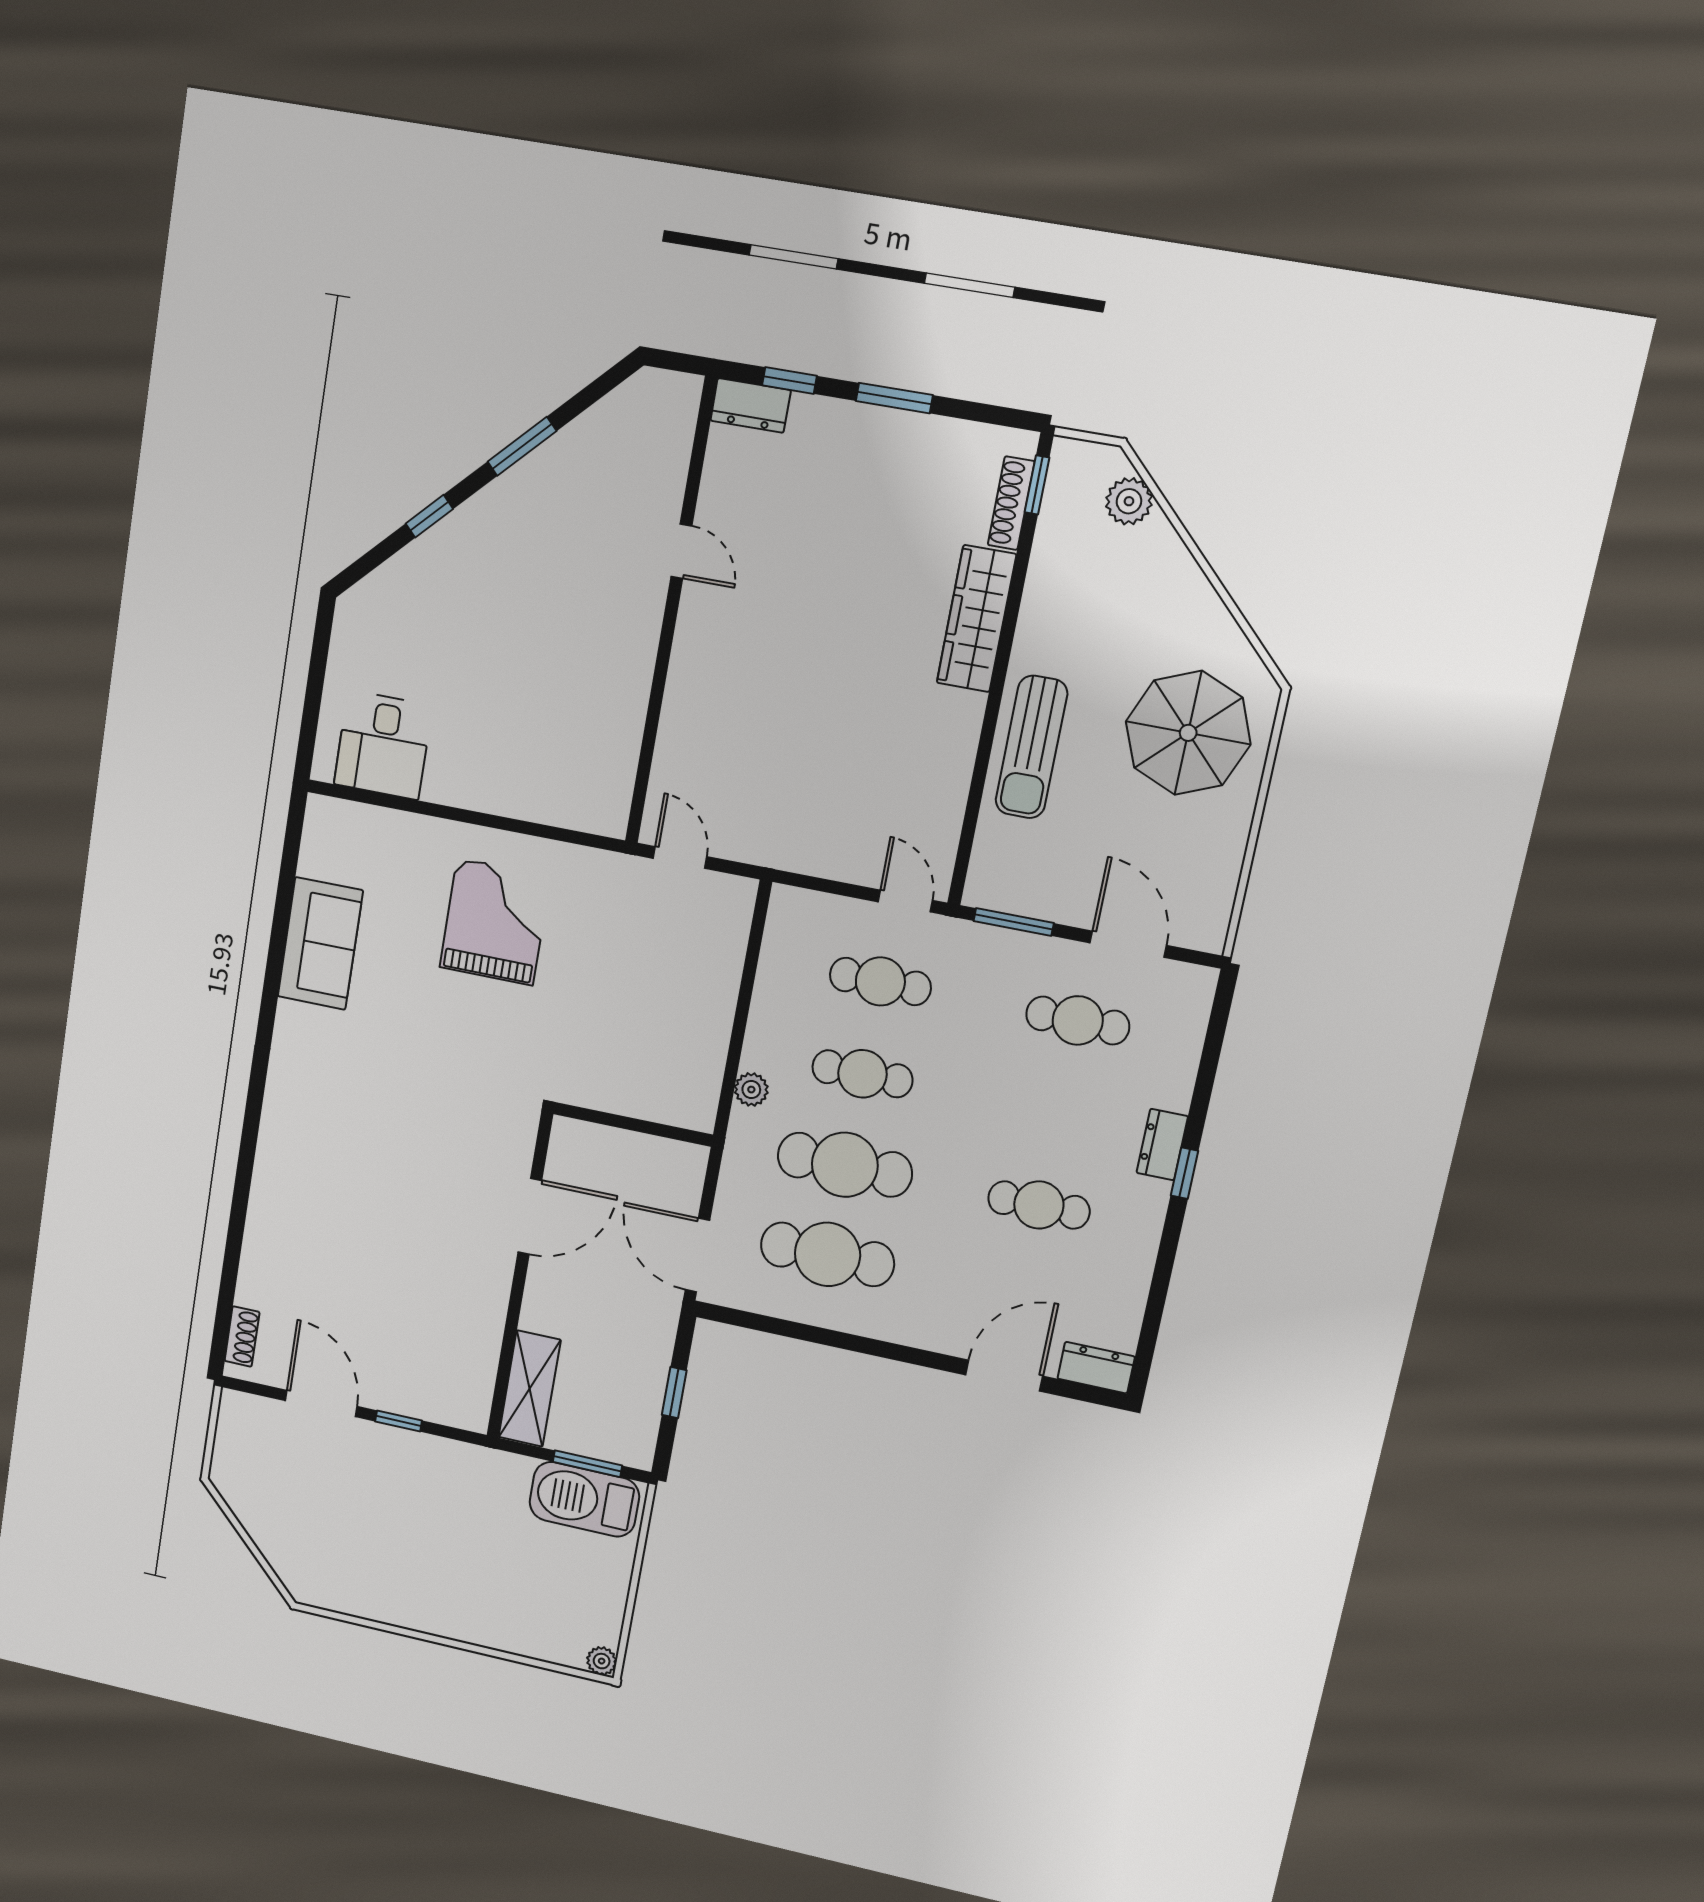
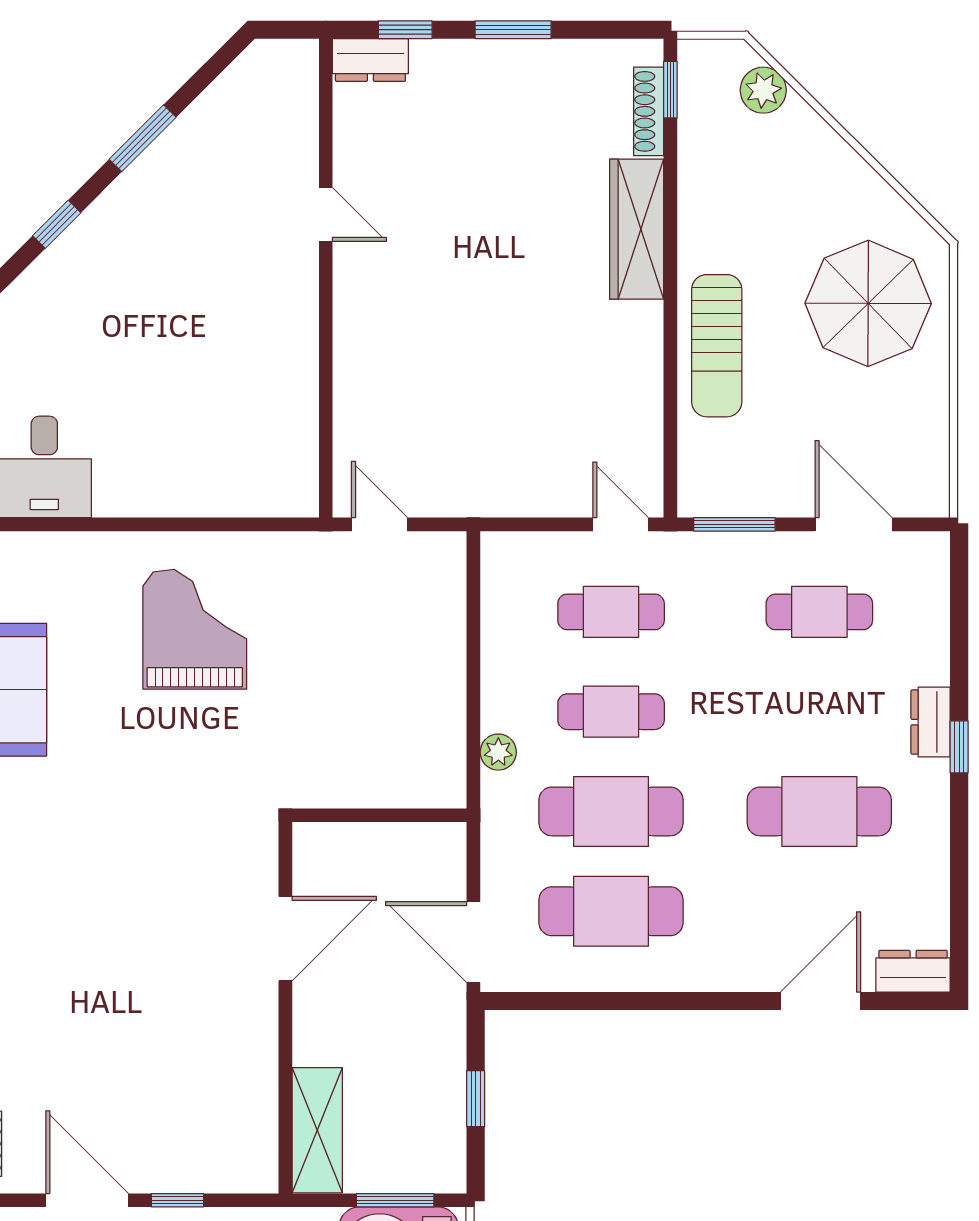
cafe table: (1039, 1205) -> (819, 811), width x1.37, depth x1.35

